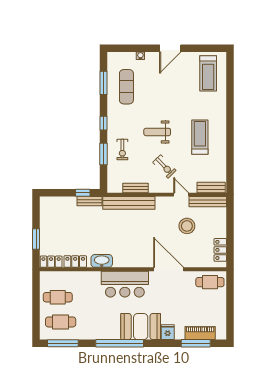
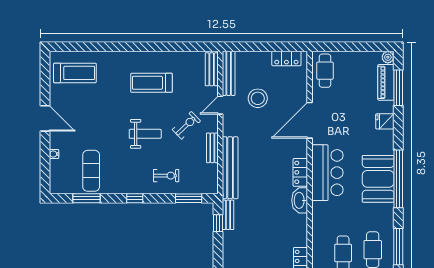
exercise mat: (126, 87) -> (91, 171), turned 90
weight bench: (157, 132) -> (145, 134), turned -90
window: (103, 154) -> (189, 198), moved
bench: (135, 188) -> (212, 148), moved
locker: (75, 262) -> (300, 172), moved
booth: (141, 327) -> (378, 179), moved
plant: (221, 335) -> (388, 57), added

